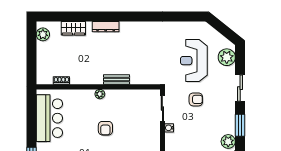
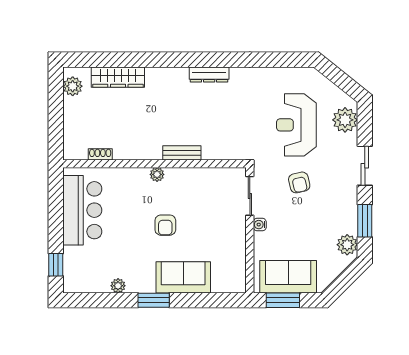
dresser: (106, 27) -> (209, 75), moved
wardrobe: (73, 28) -> (118, 77), width x1.50
armchair: (196, 99) -> (299, 182), turned 77

